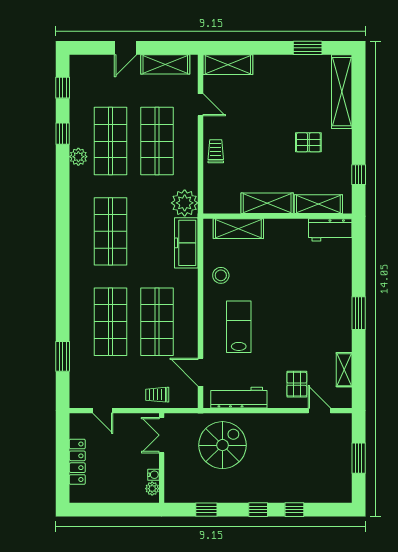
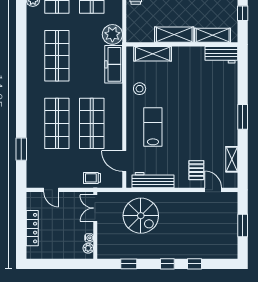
spiral stairs: (223, 445) -> (141, 216), turned 90

